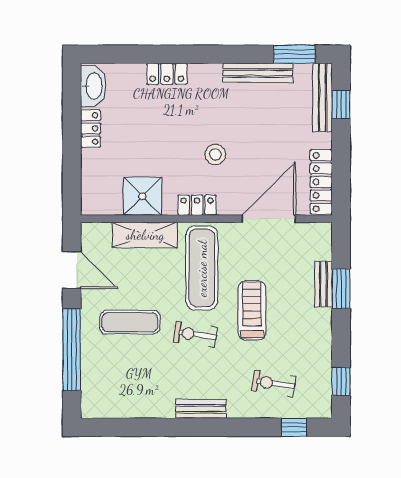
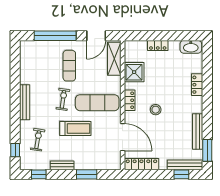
locker: (91, 128) -> (158, 45), moved
shelving: (145, 235) -> (114, 59), moved
bench: (323, 284) -> (62, 165), moved
bench: (201, 409) -> (25, 102), width x1.36

